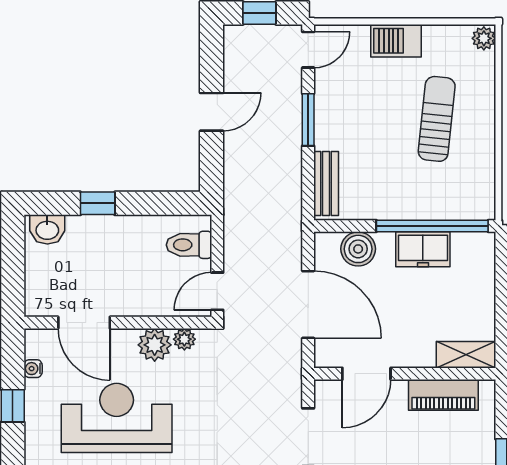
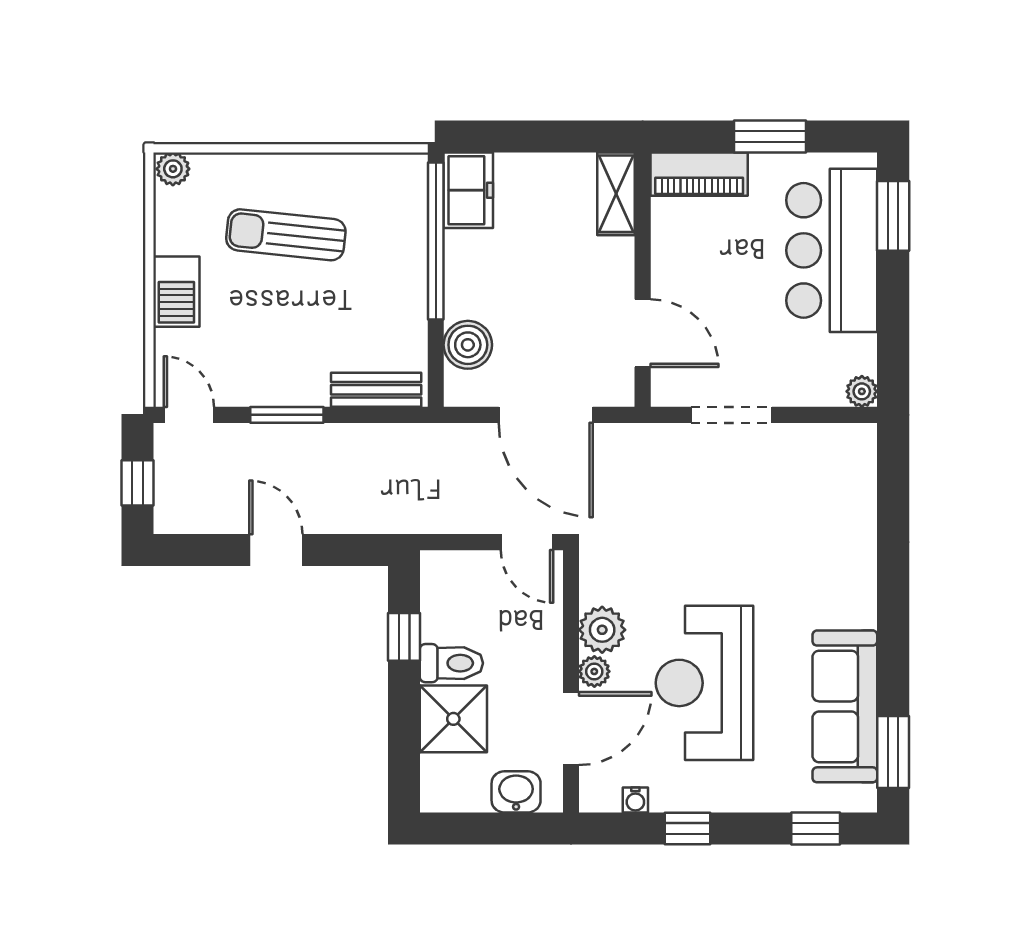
window: (98, 203) -> (404, 637), moved
washbasin: (47, 229) -> (516, 792), moved, turned -90
shower: (91, 239) -> (453, 719), added
toilet: (189, 245) -> (451, 663), moved, turned -90
freezer: (423, 249) -> (468, 190), moved
door: (308, 305) -> (546, 415), swing flipped
plant: (184, 339) -> (594, 671), moved
piano: (443, 395) -> (699, 174), moved, turned 90

